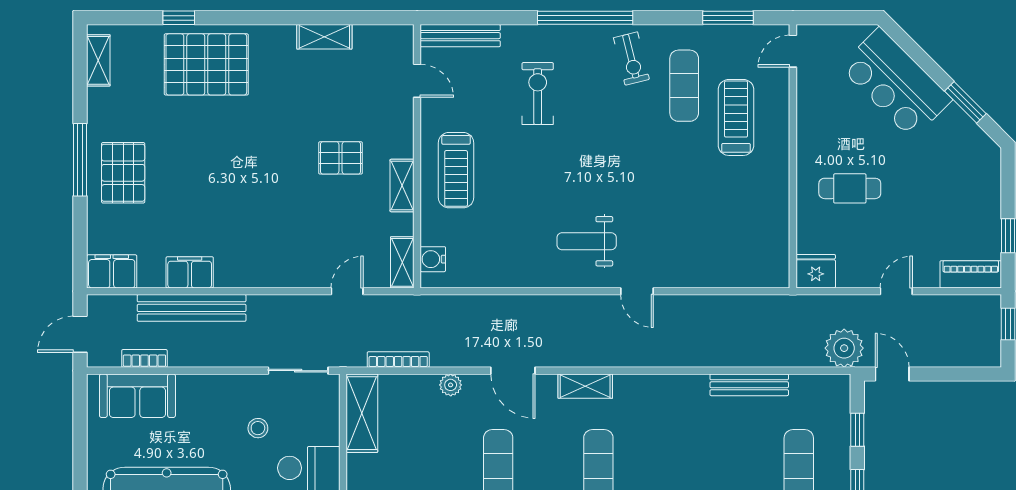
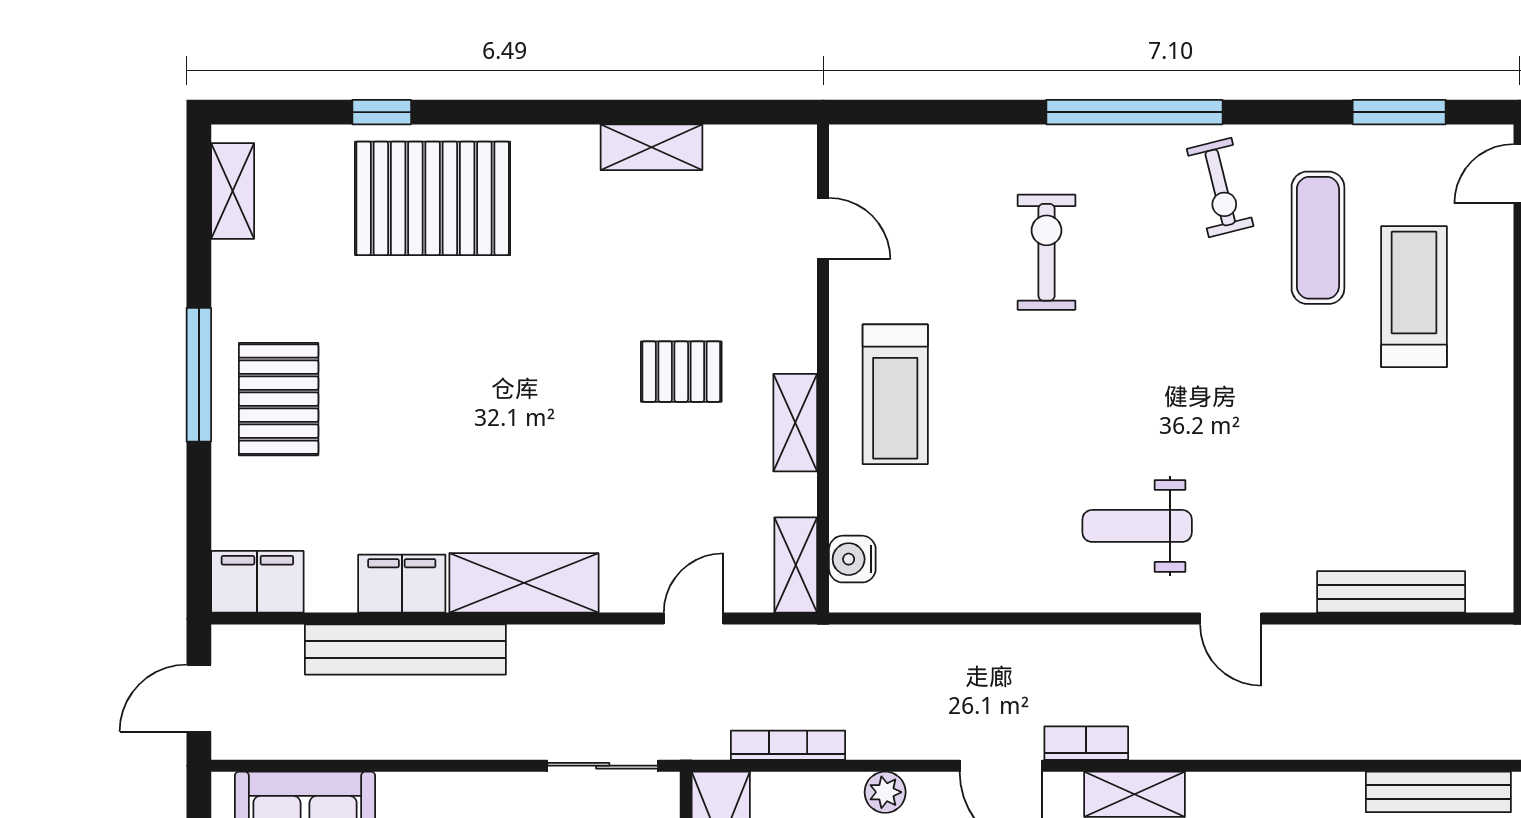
bench: (460, 36) -> (1391, 592), moved
shelving: (256, 272) -> (524, 583), added
bookcase: (144, 358) -> (1086, 743), moved

